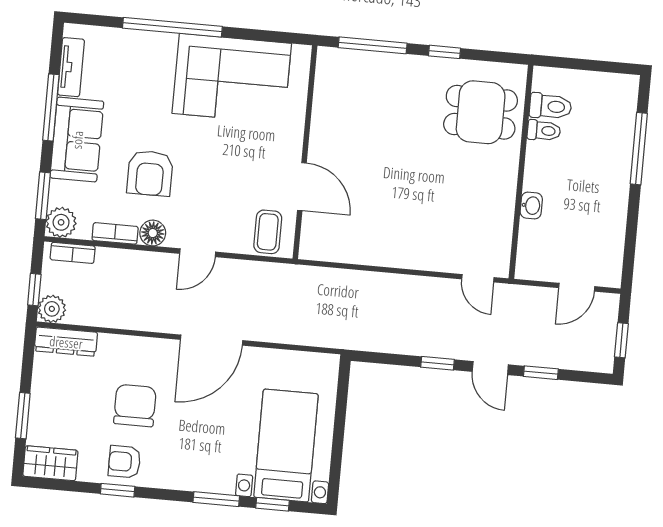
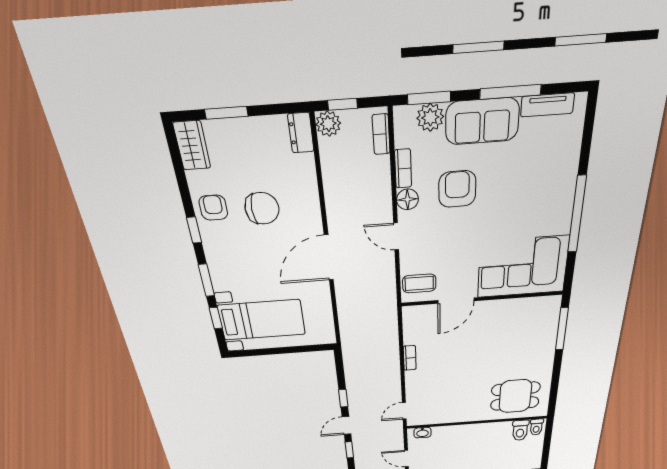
window: (172, 27) -> (577, 215), moved
window: (444, 52) -> (556, 371), removed
corner sofa: (232, 78) -> (523, 267), moved, turned 90
dining table: (481, 112) -> (515, 396), turned 90
toilet: (544, 131) -> (536, 427), moved
armchair: (150, 173) -> (457, 189), turned 90
washbasin: (531, 205) -> (422, 433), moved
plant: (61, 222) -> (430, 117), moved
bookcase: (383, 258) -> (410, 358), added
door: (212, 340) -> (329, 258), hinge flipped
dresser: (66, 342) -> (301, 133), width x0.70
window: (118, 490) -> (194, 230), moved

